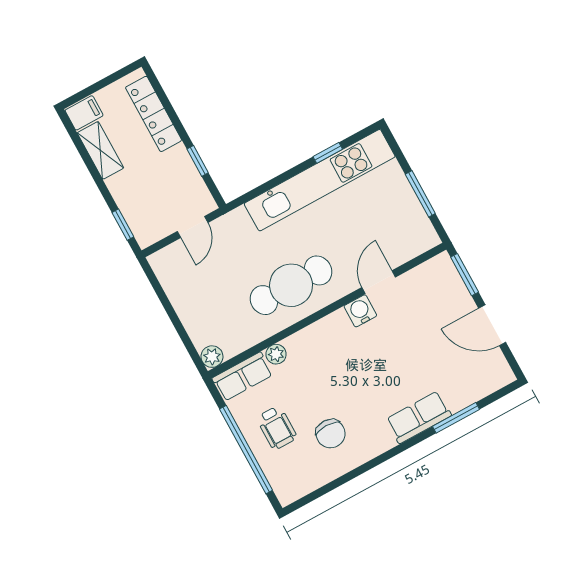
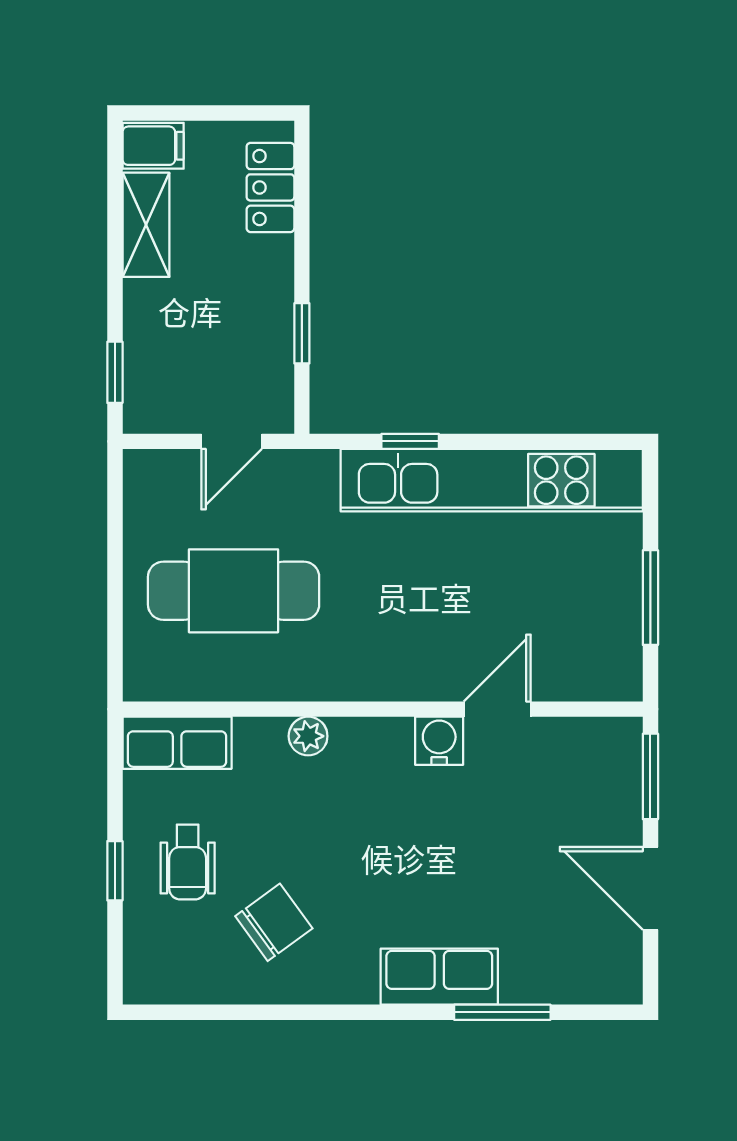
locker: (154, 114) -> (270, 187), width x0.66
window: (328, 153) -> (410, 441), moved
cafe table: (291, 285) -> (234, 591), moved
plant: (276, 354) -> (308, 736), moved
plant: (212, 357) -> (144, 680), removed
chair: (331, 434) -> (274, 922), turned -126
window: (246, 450) -> (115, 871), width x0.32

